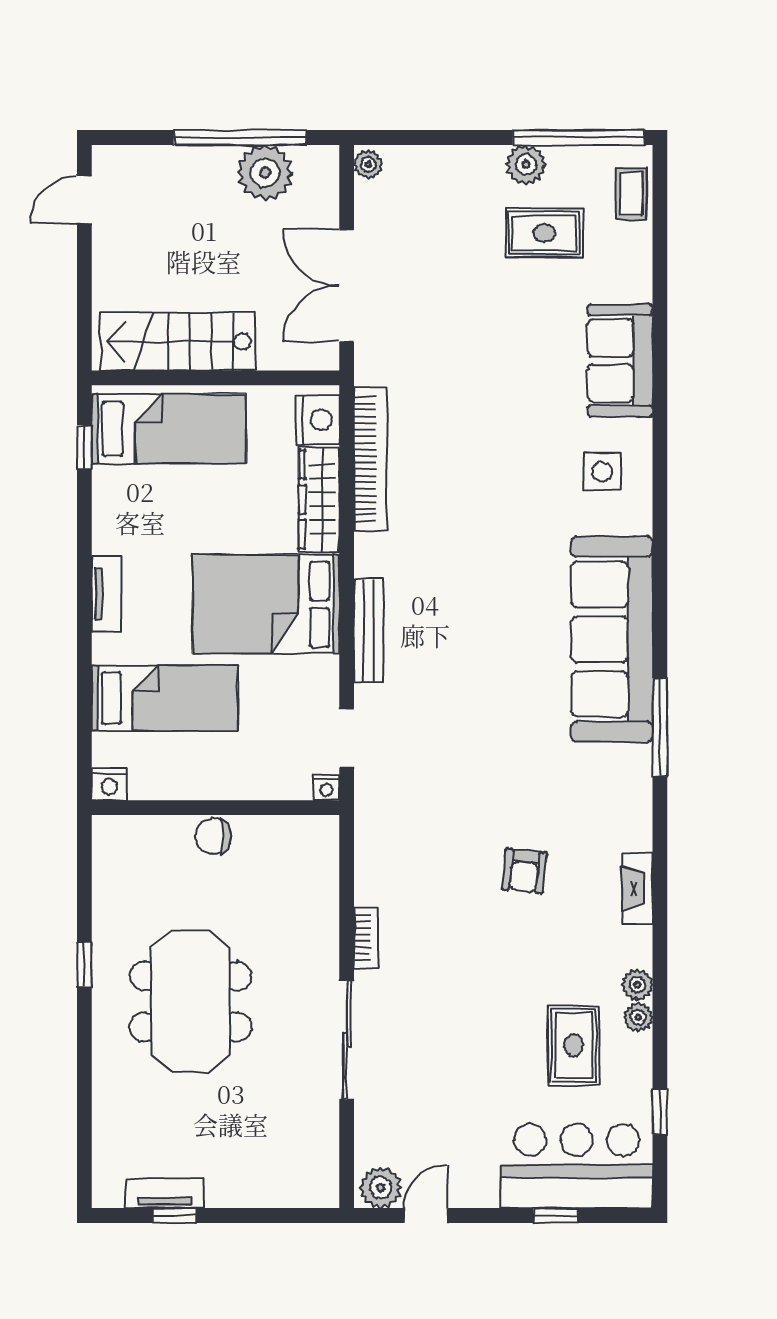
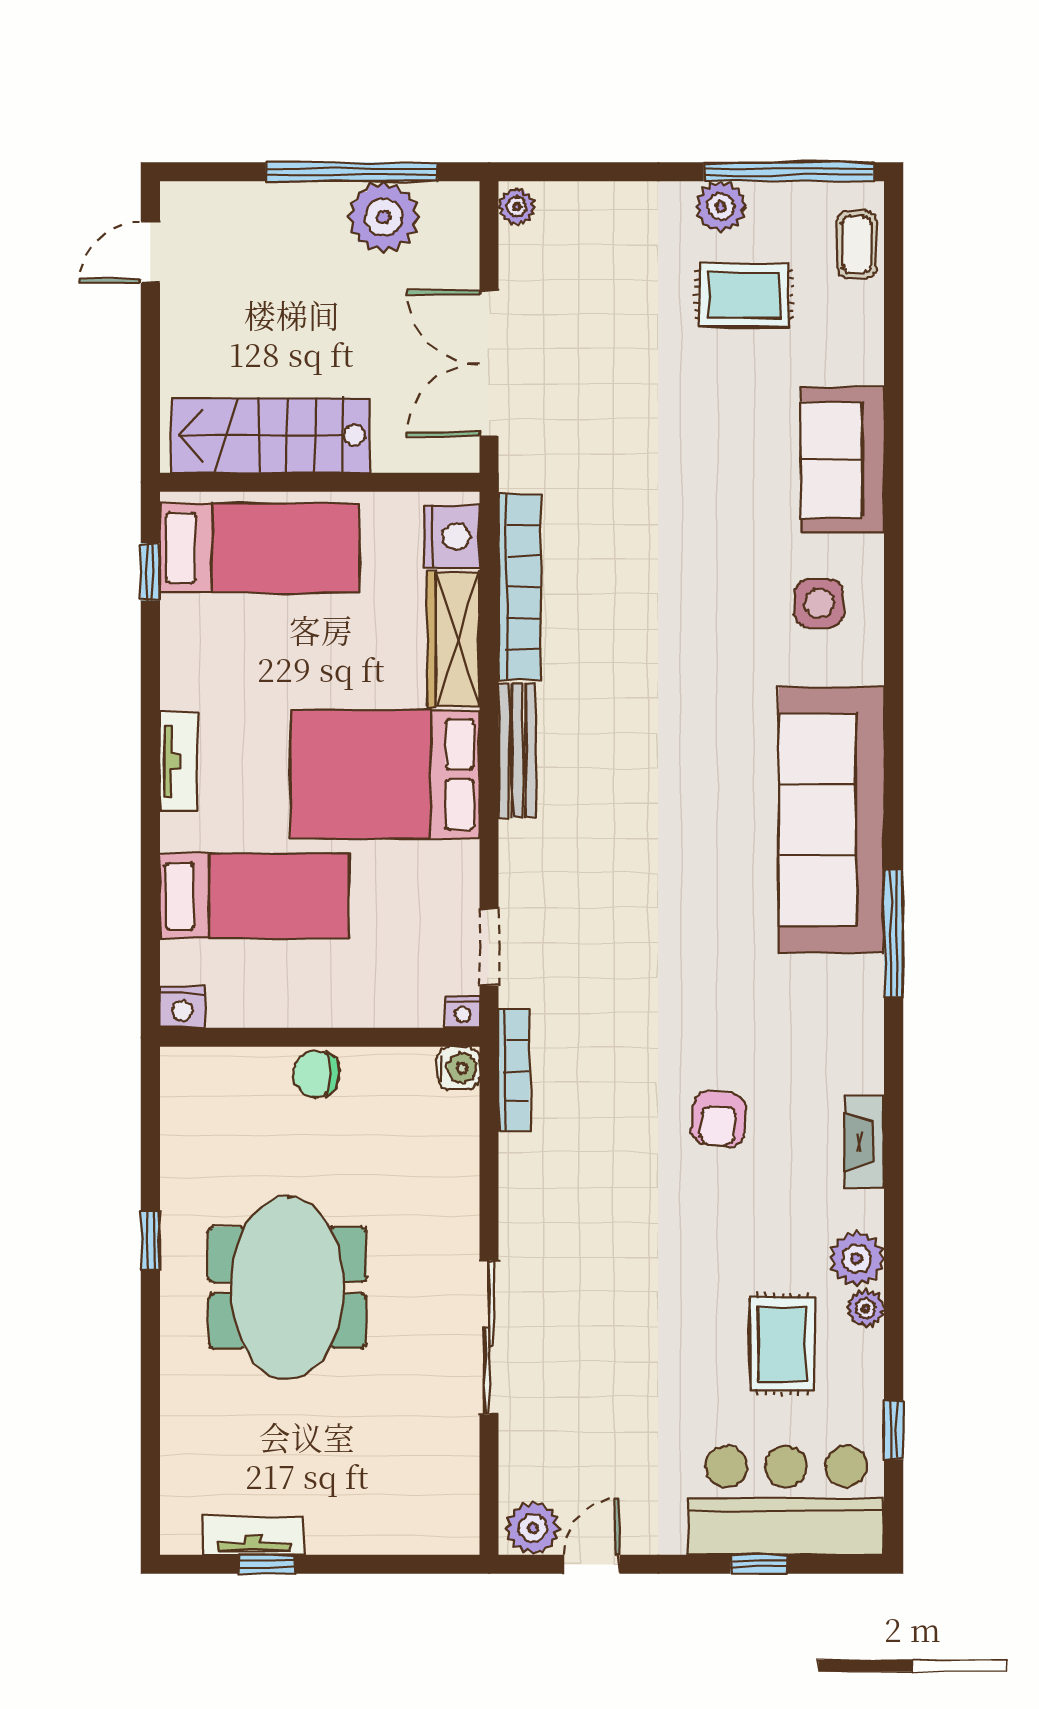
bench: (368, 631) -> (517, 751), moved
water cooler: (323, 831) -> (458, 1068), added
bookcase: (366, 937) -> (514, 1070), moved, width x1.56
plant: (637, 985) -> (857, 1259), width x1.38, depth x1.38

